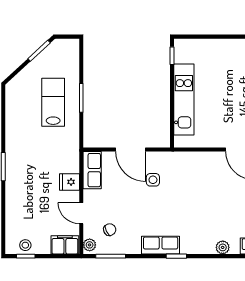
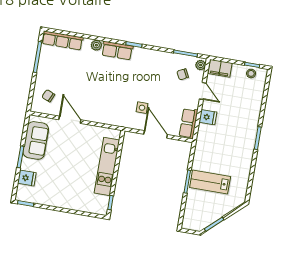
lab bench: (53, 102) -> (210, 182), turned 90
row of seats: (161, 245) -> (117, 51), moved

